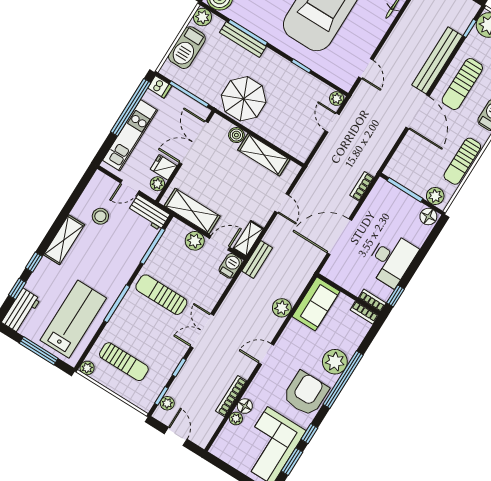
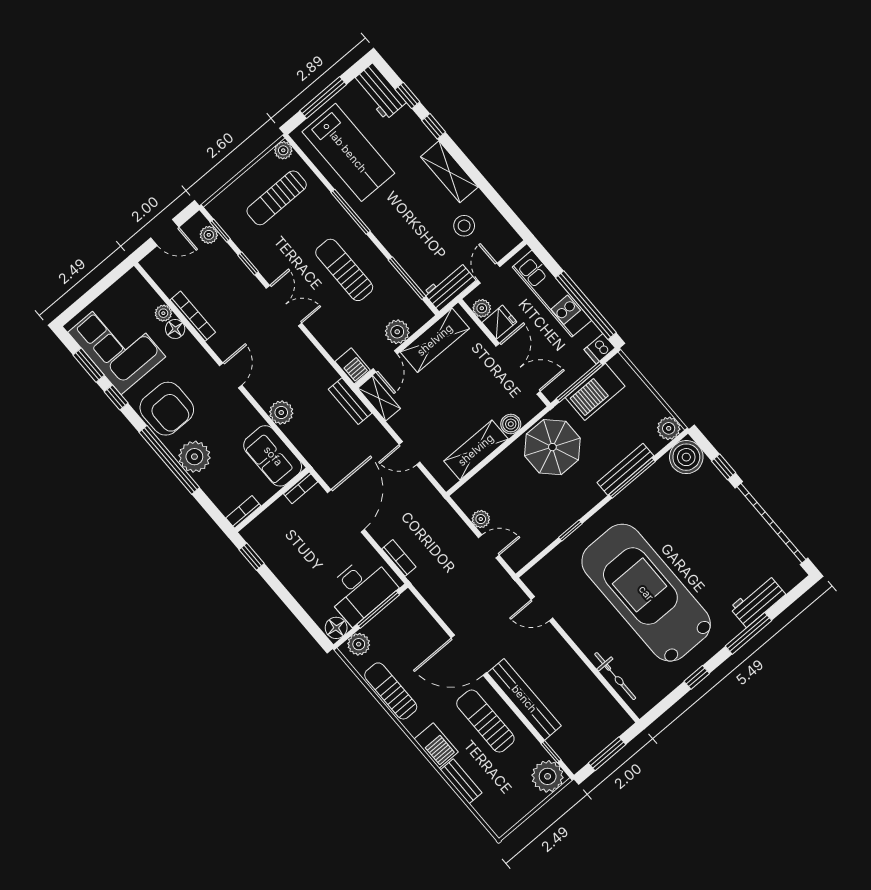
barbecue: (187, 48) -> (595, 392), moved, turned -90
plant: (337, 99) -> (481, 519), moved
desk: (391, 259) -> (360, 590), moved, turned -90
sun lounger: (161, 295) -> (344, 270), turned -90
bookcase: (372, 300) -> (301, 488), moved

